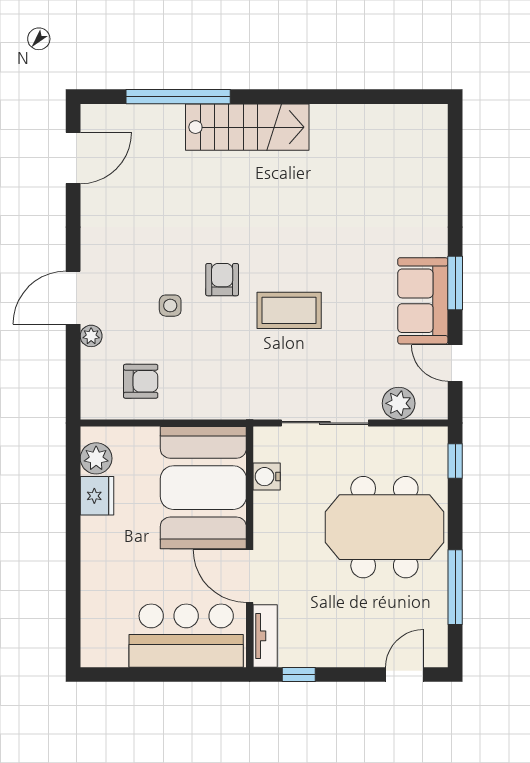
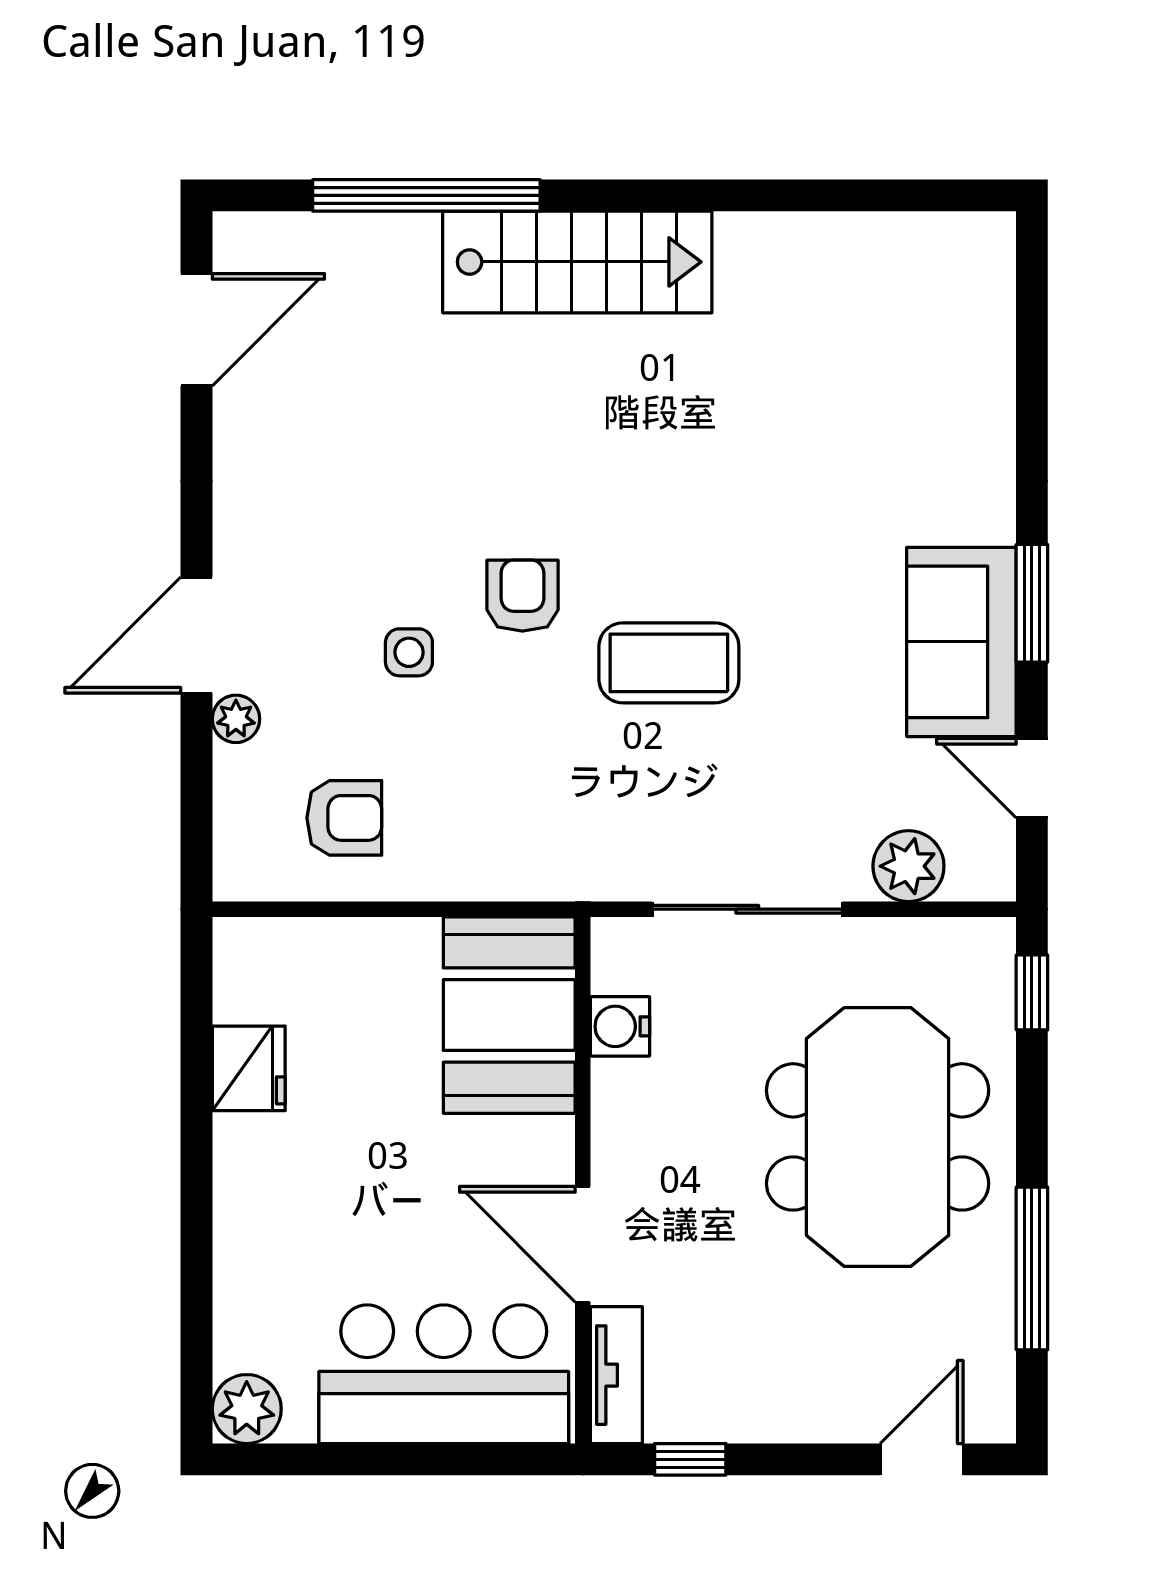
plant: (96, 458) -> (247, 1409), moved
booth: (203, 488) -> (509, 1015), width x0.73, depth x0.70
meeting table: (384, 527) -> (878, 1137), turned 90

